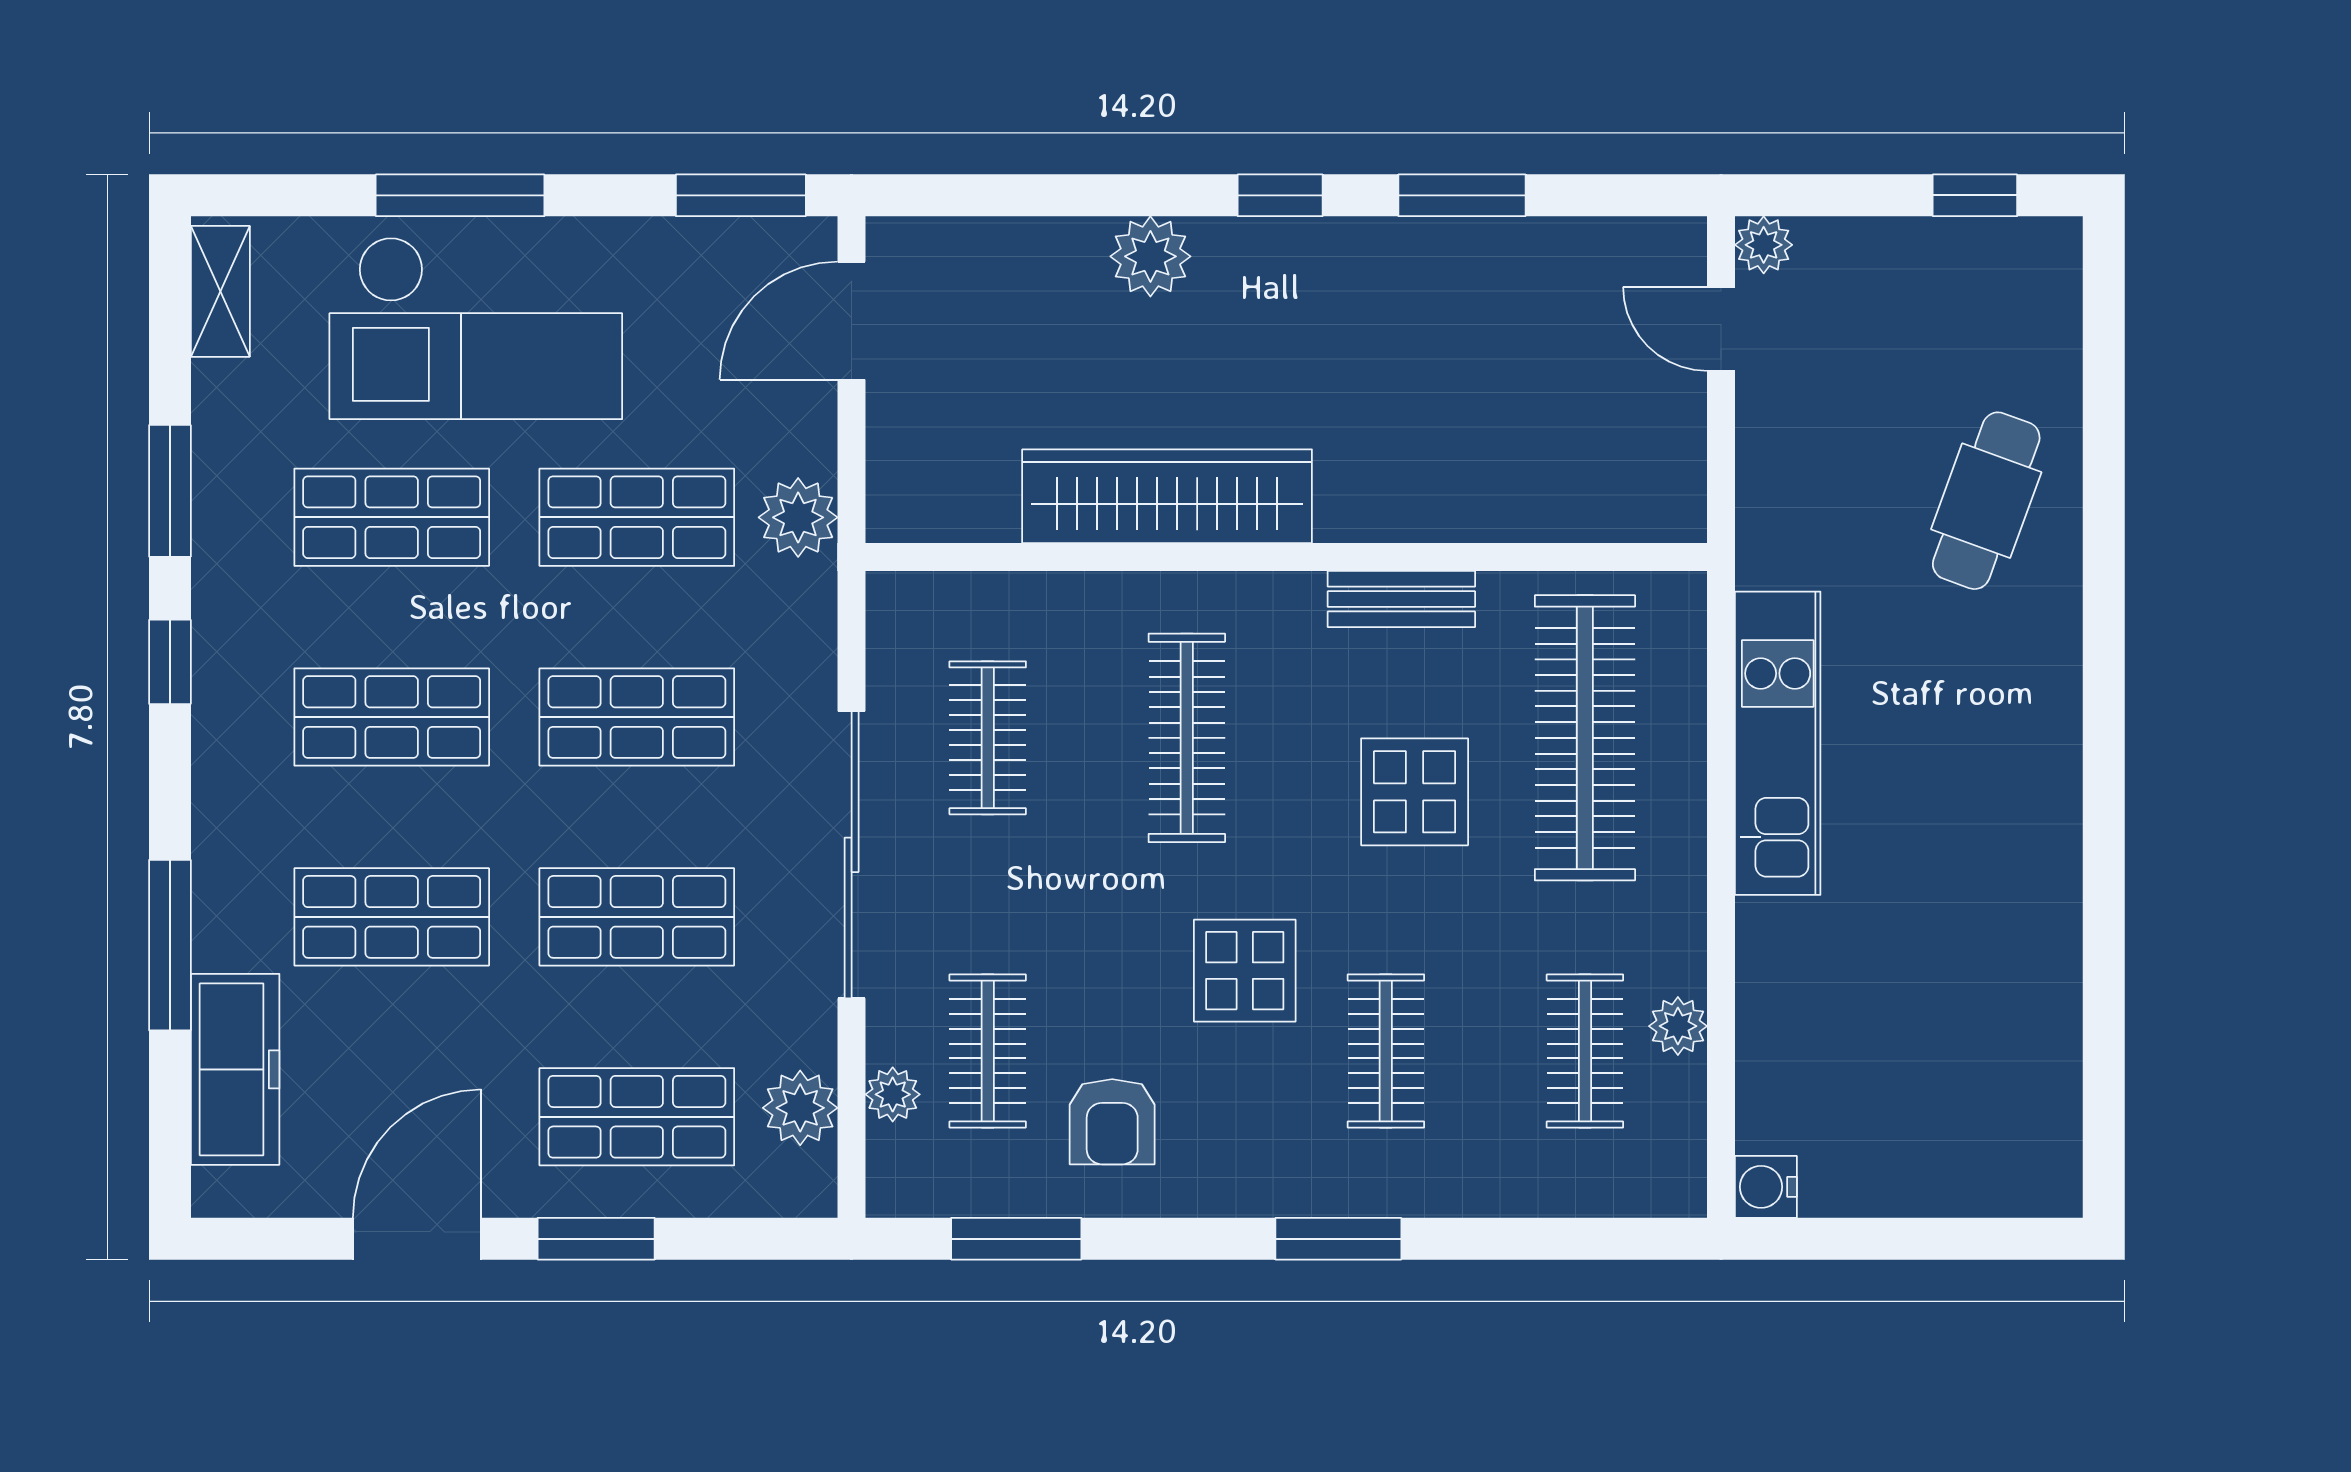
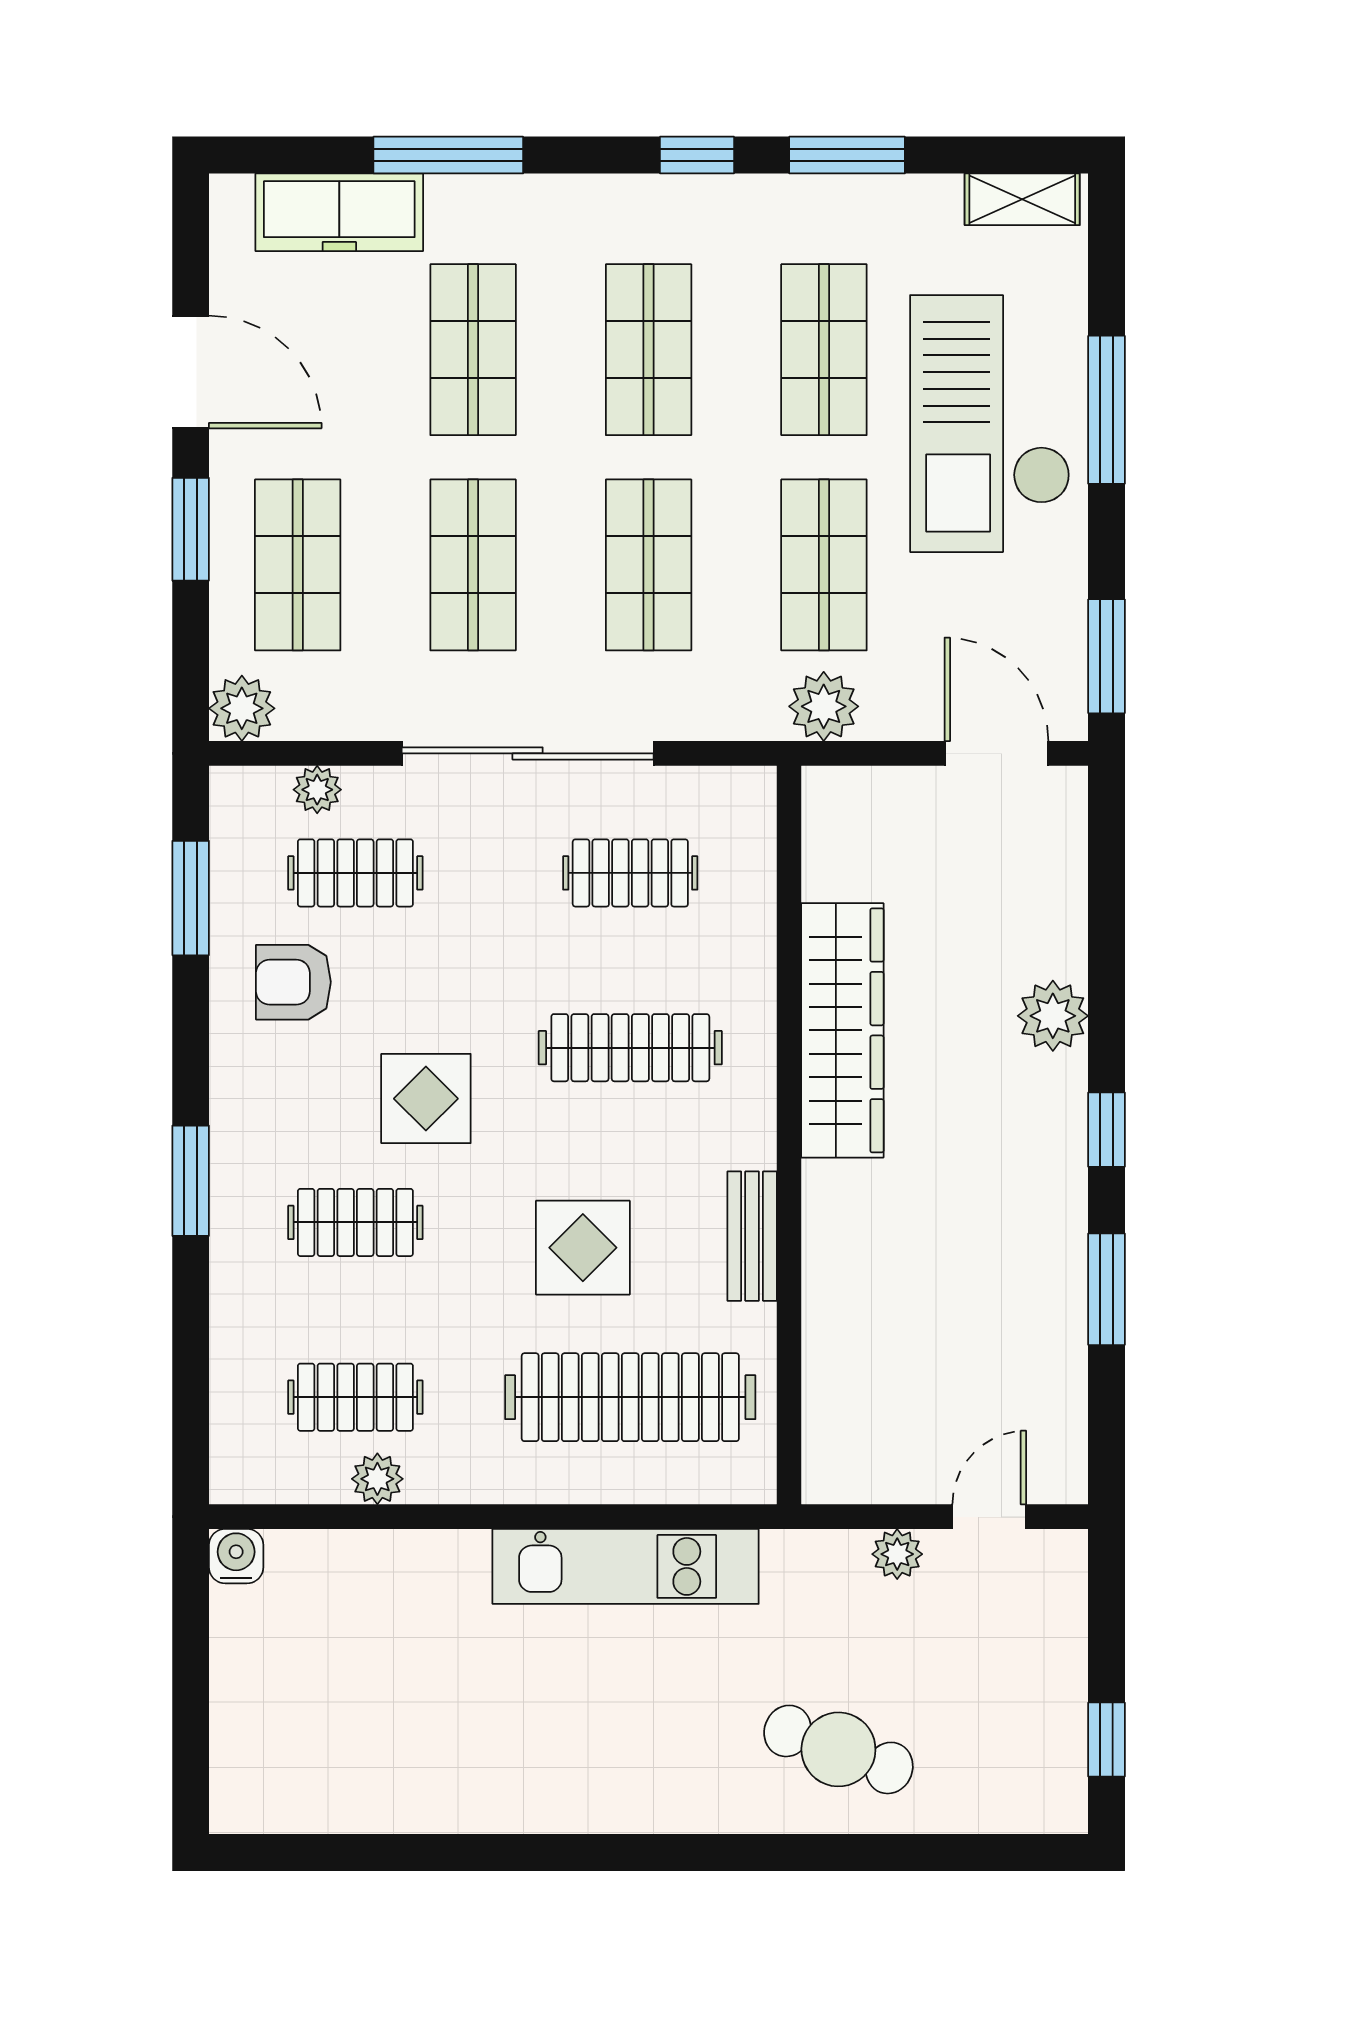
plant: (1764, 245) -> (897, 1554), moved
plant: (800, 1108) -> (242, 708), moved

